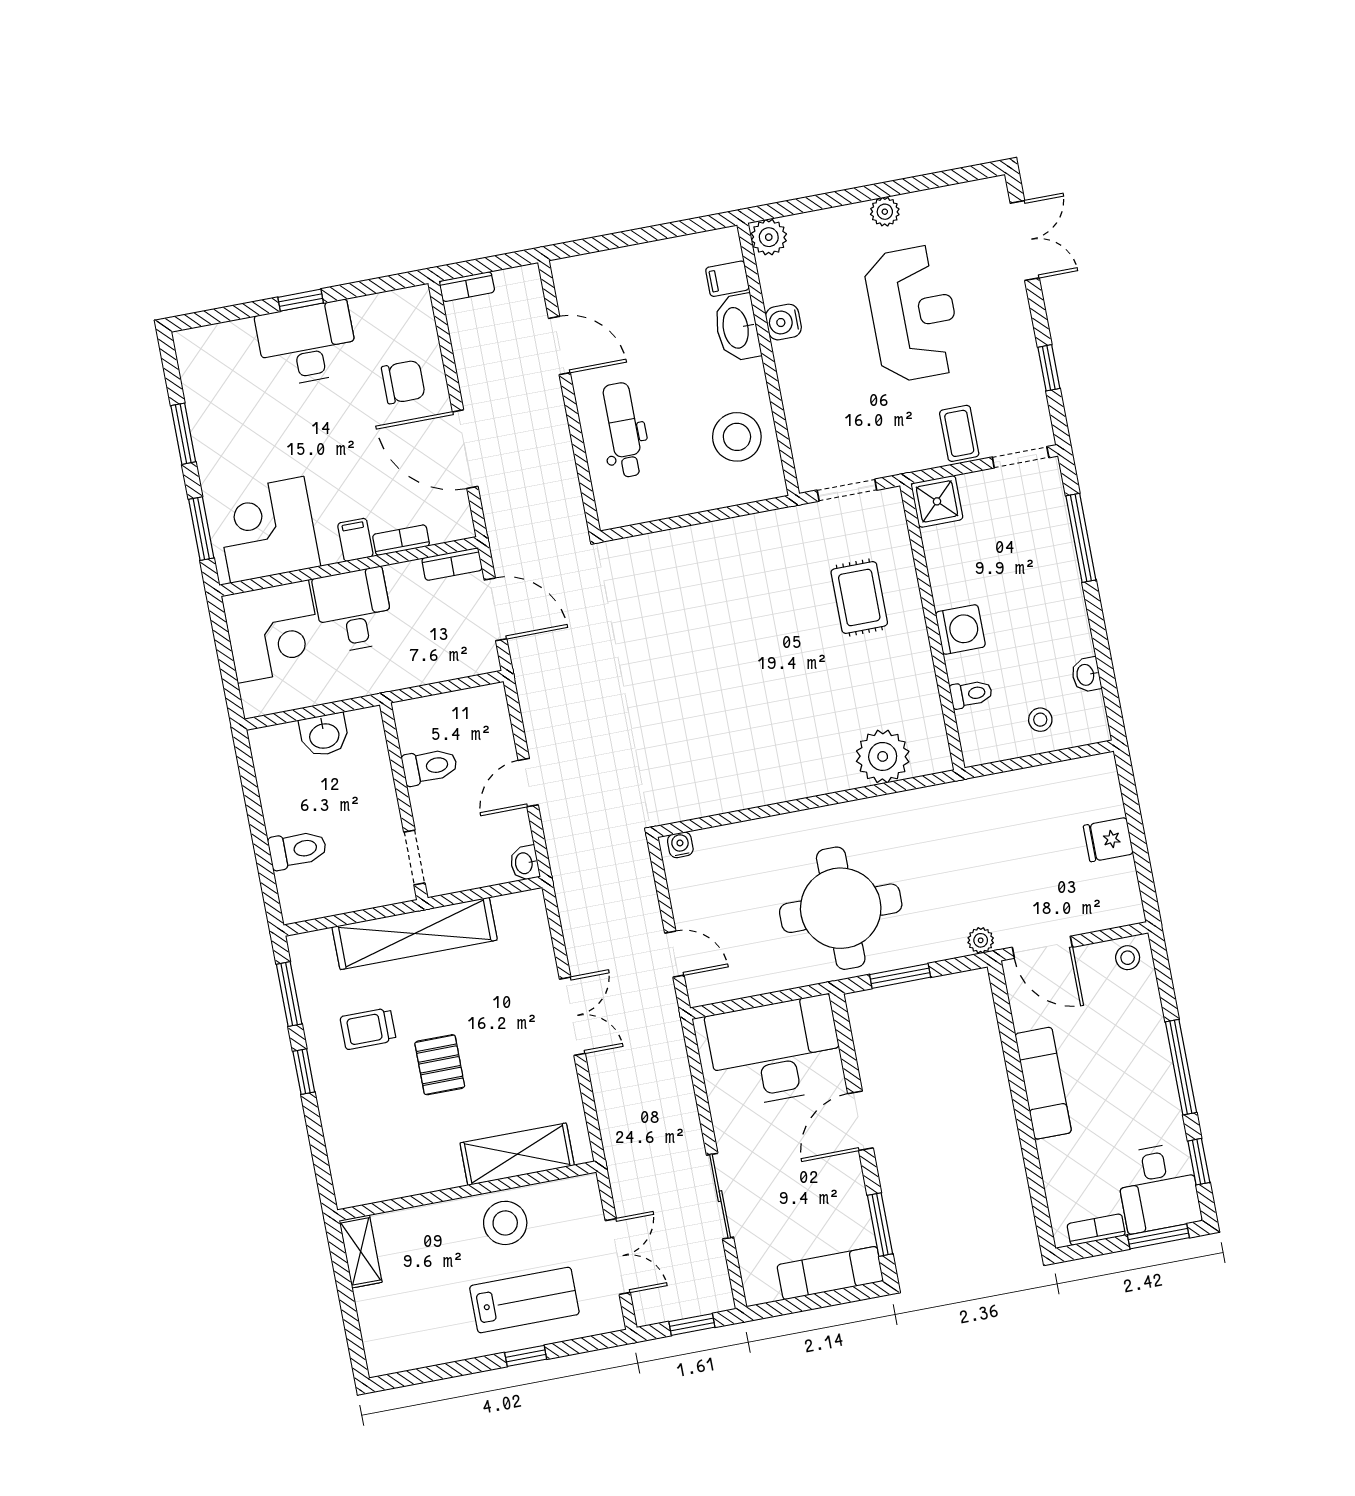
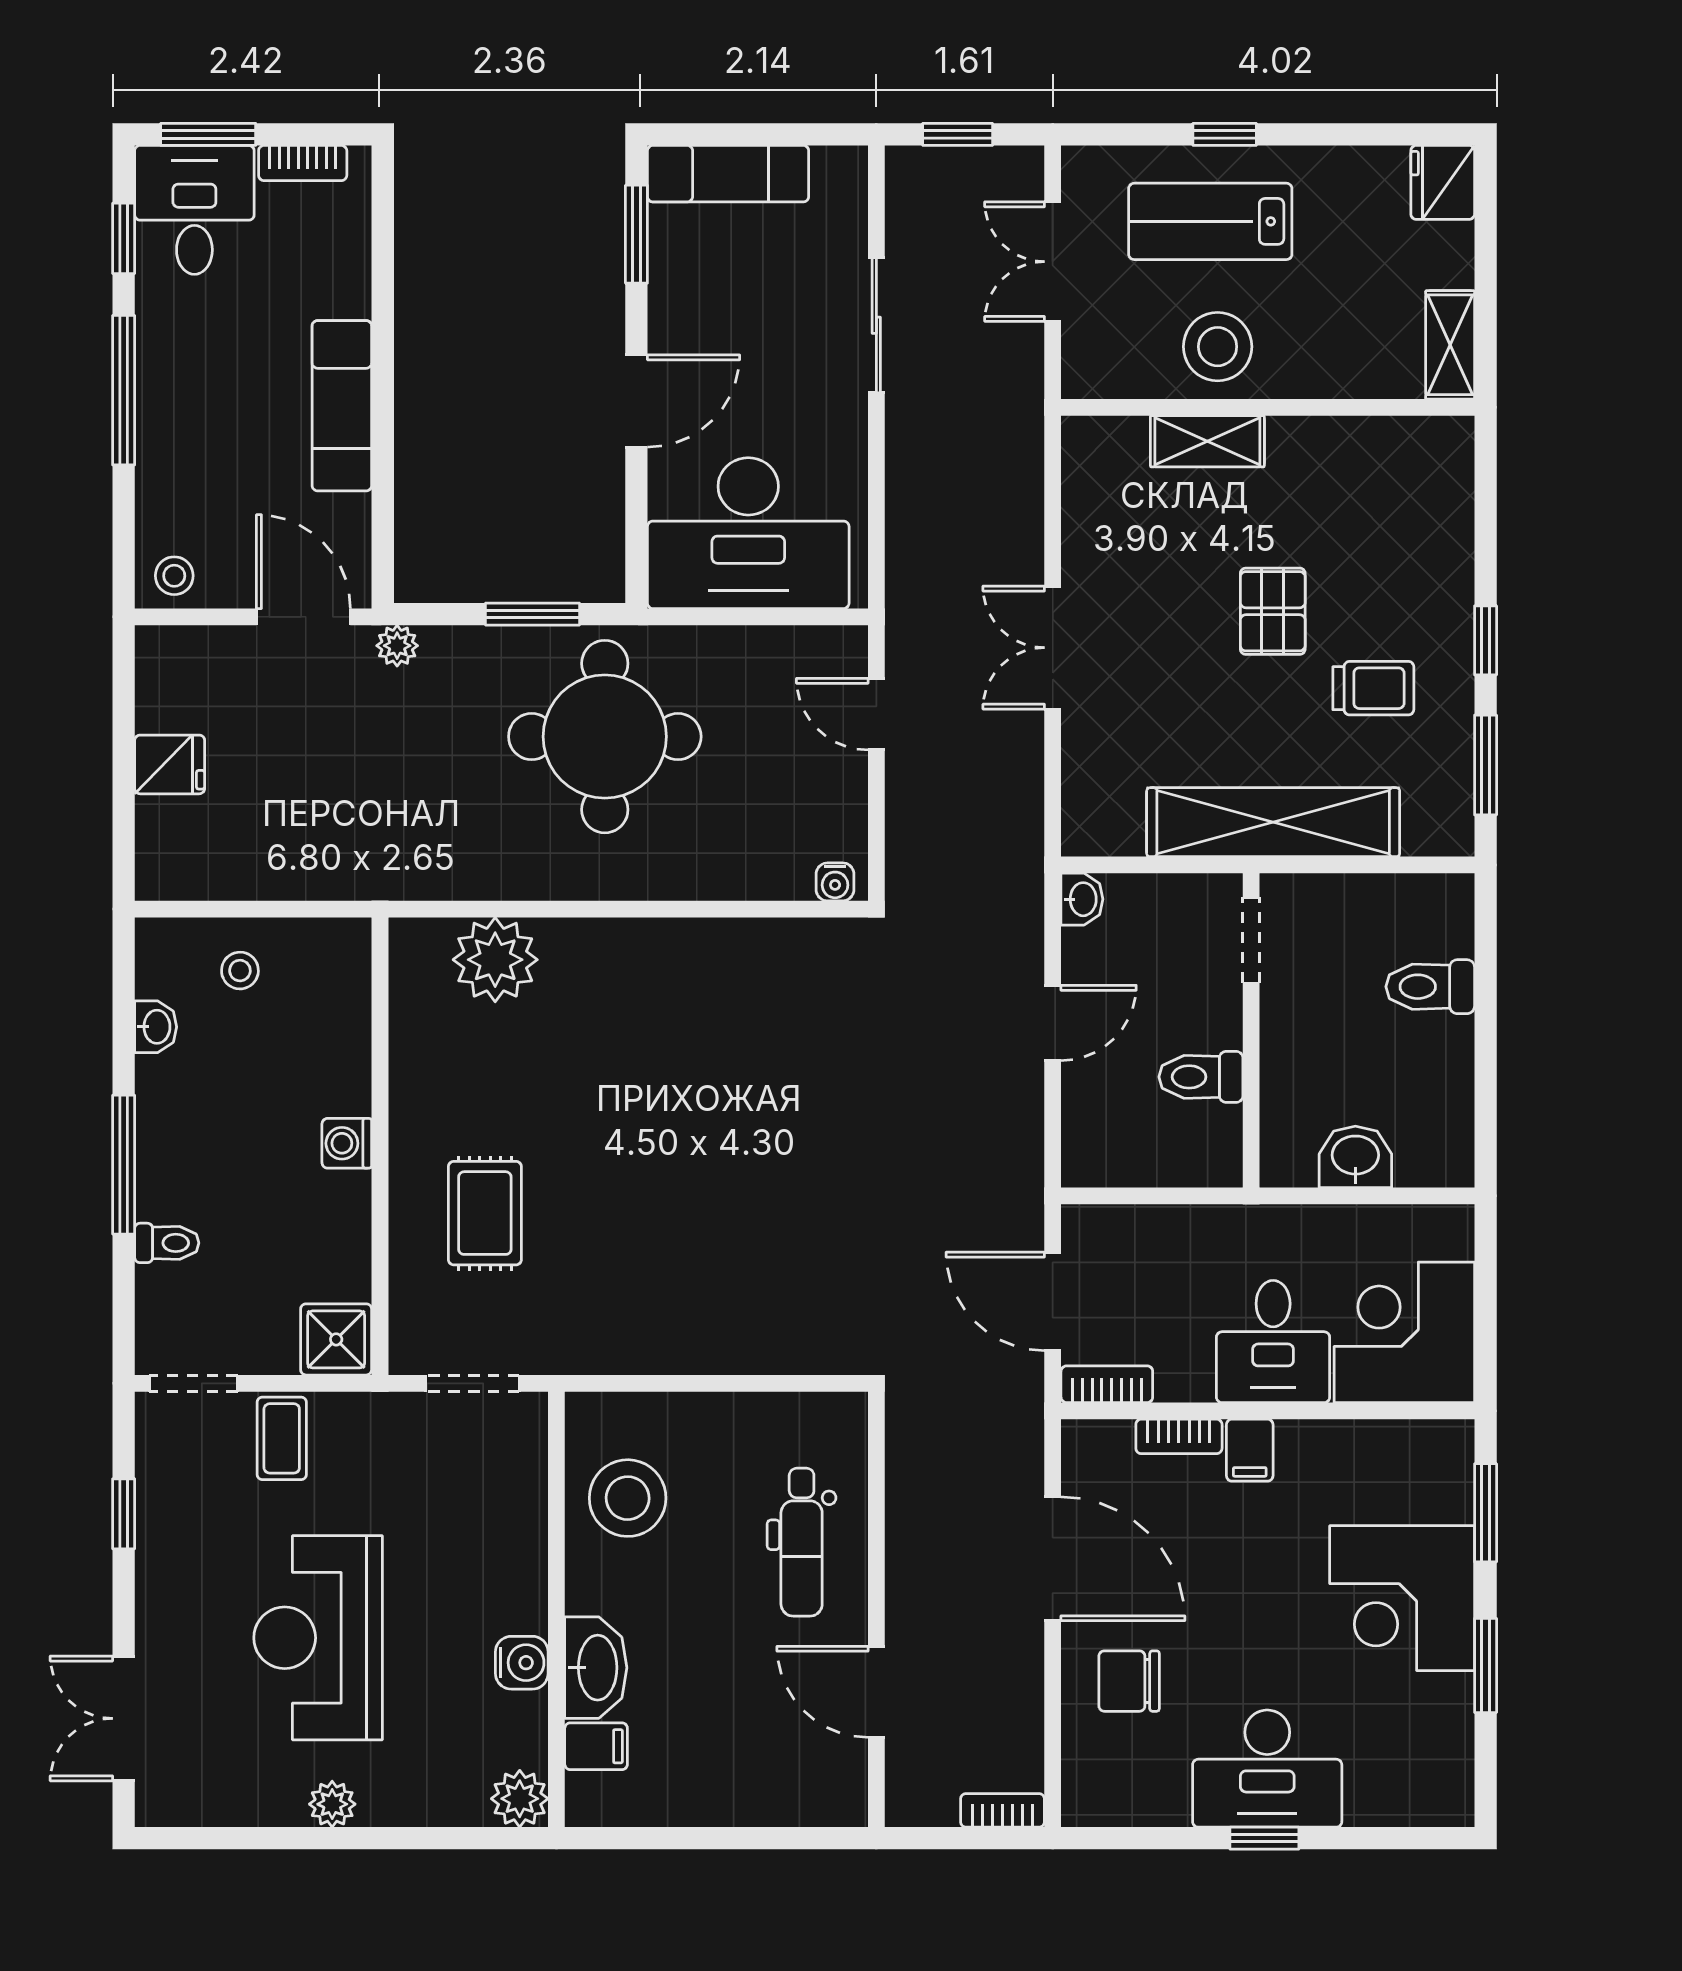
corner desk: (267, 530) -> (1402, 1598), moved, turned 90
window: (1081, 538) -> (124, 1165), moved
washing machine: (960, 629) -> (347, 1143), width x0.73, depth x0.73
toilet: (971, 694) -> (167, 1243), moved, turned 180
shelving: (517, 1154) -> (1207, 441), width x0.67, depth x0.75
fridge: (384, 1352) -> (1443, 182), added

